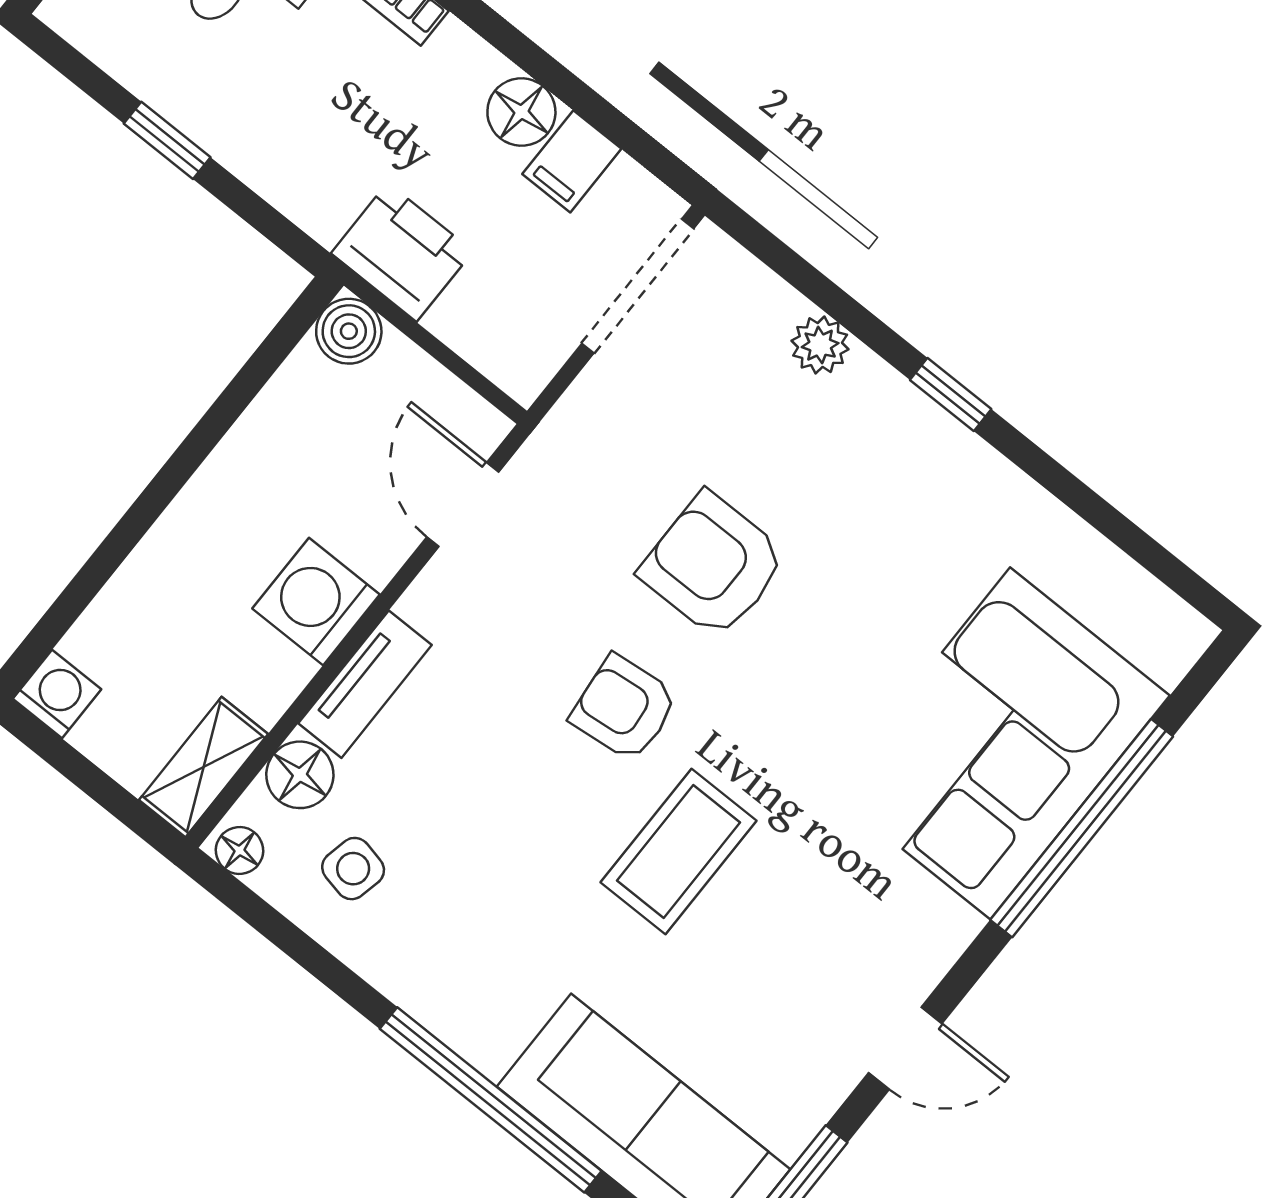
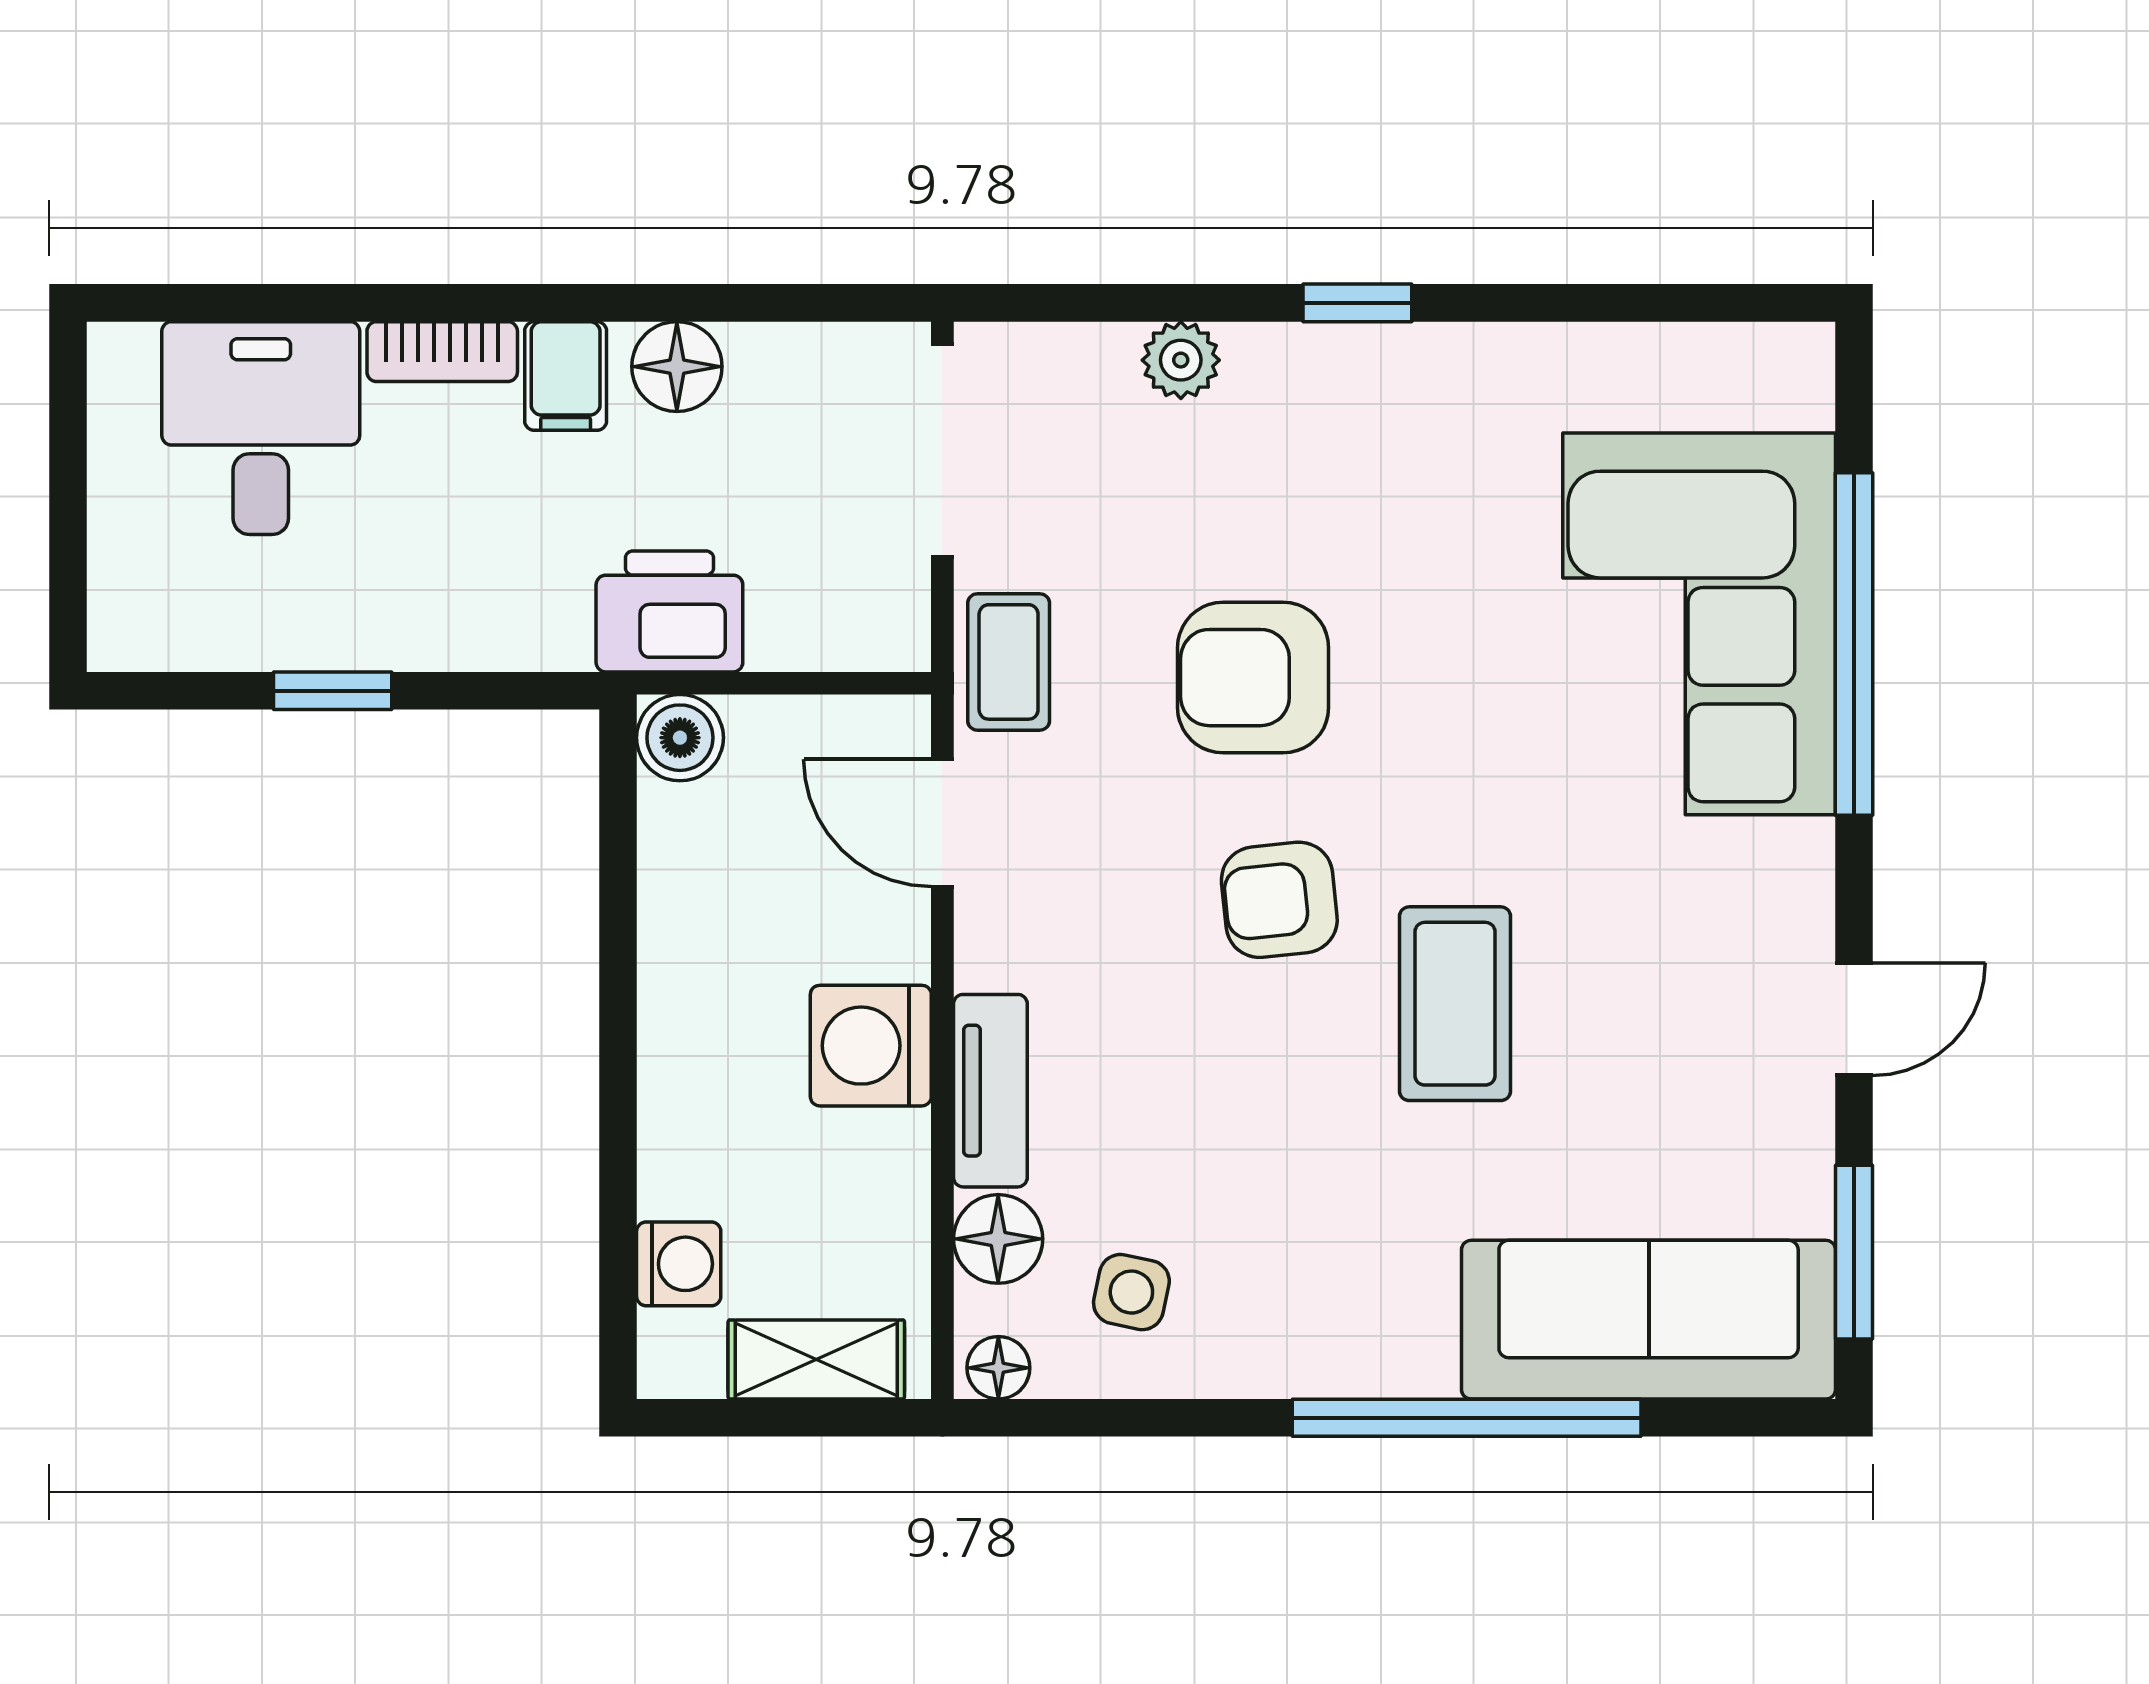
filing cabinet: (572, 161) -> (566, 376), moved
coffee table: (577, 441) -> (1009, 662), added
washing machine: (57, 694) -> (679, 1264), moved, turned 90
shelving: (204, 767) -> (816, 1359), moved, turned 90

